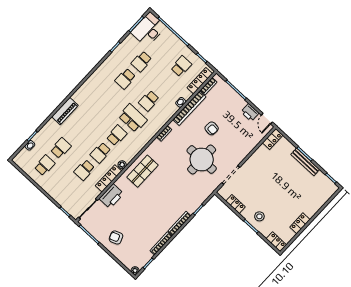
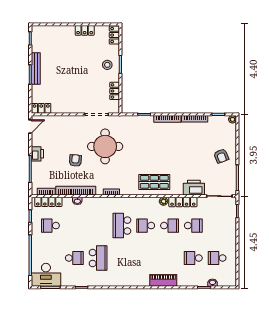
school desk: (125, 79) -> (98, 258), width x1.85
school desk: (149, 101) -> (98, 226), removed
printer: (250, 112) -> (37, 154), moved

